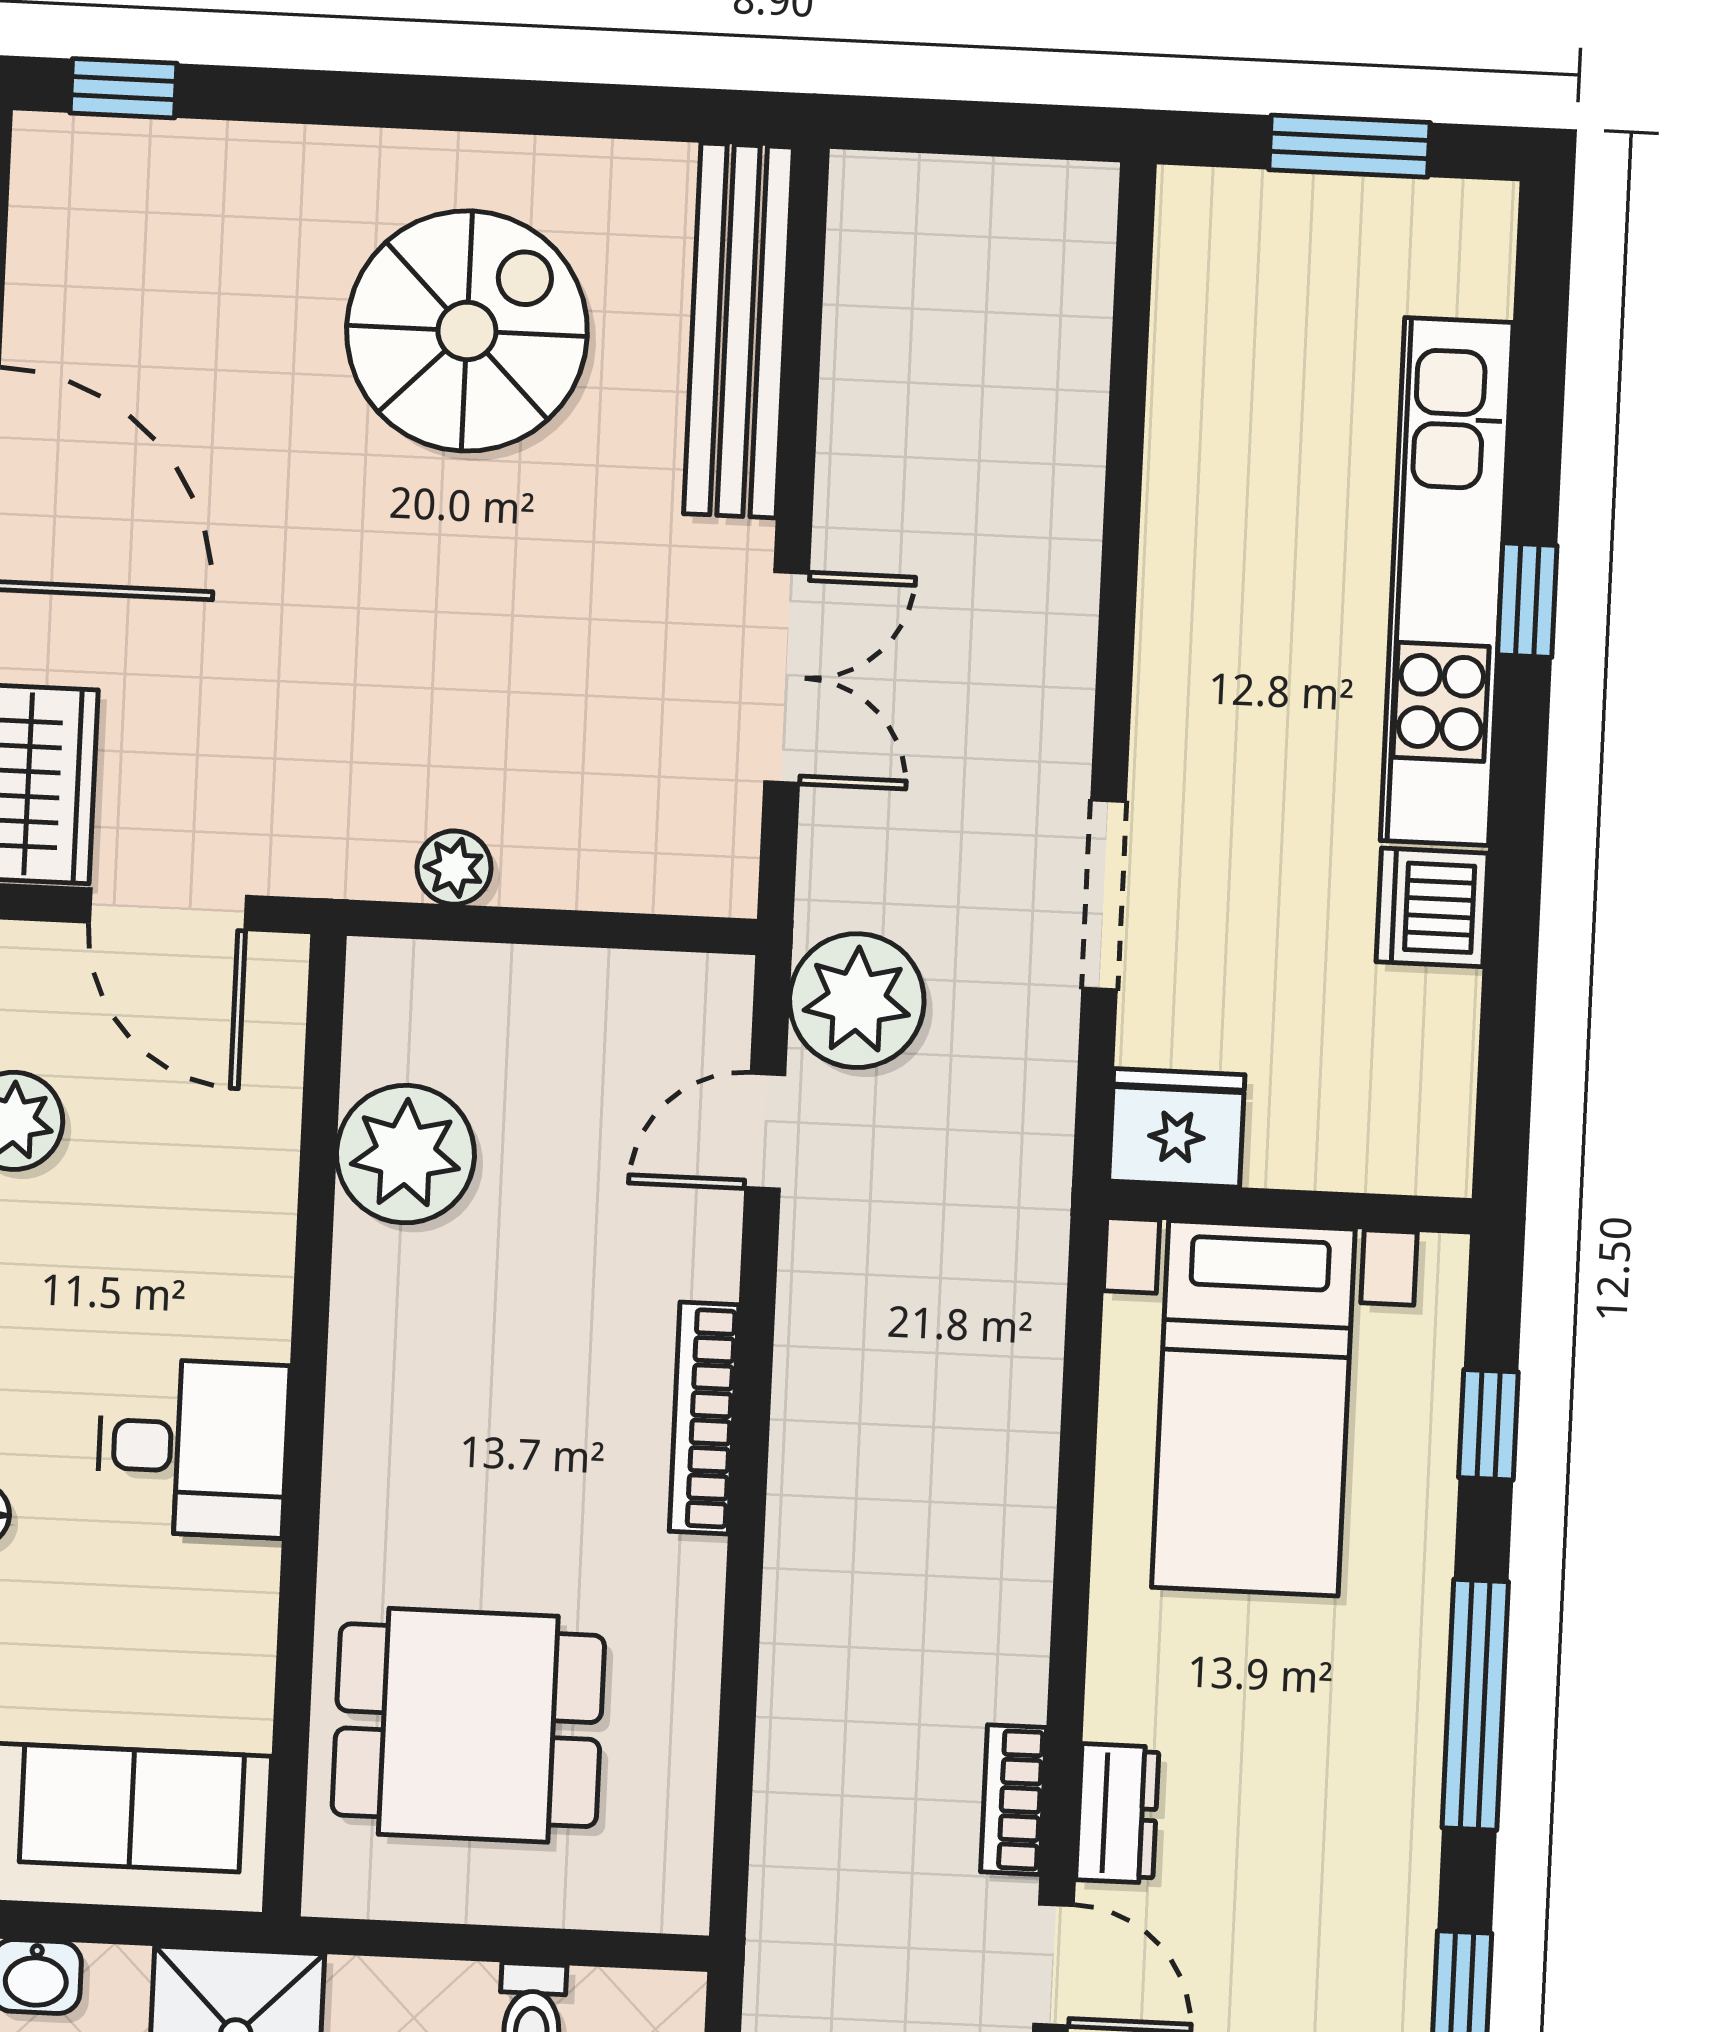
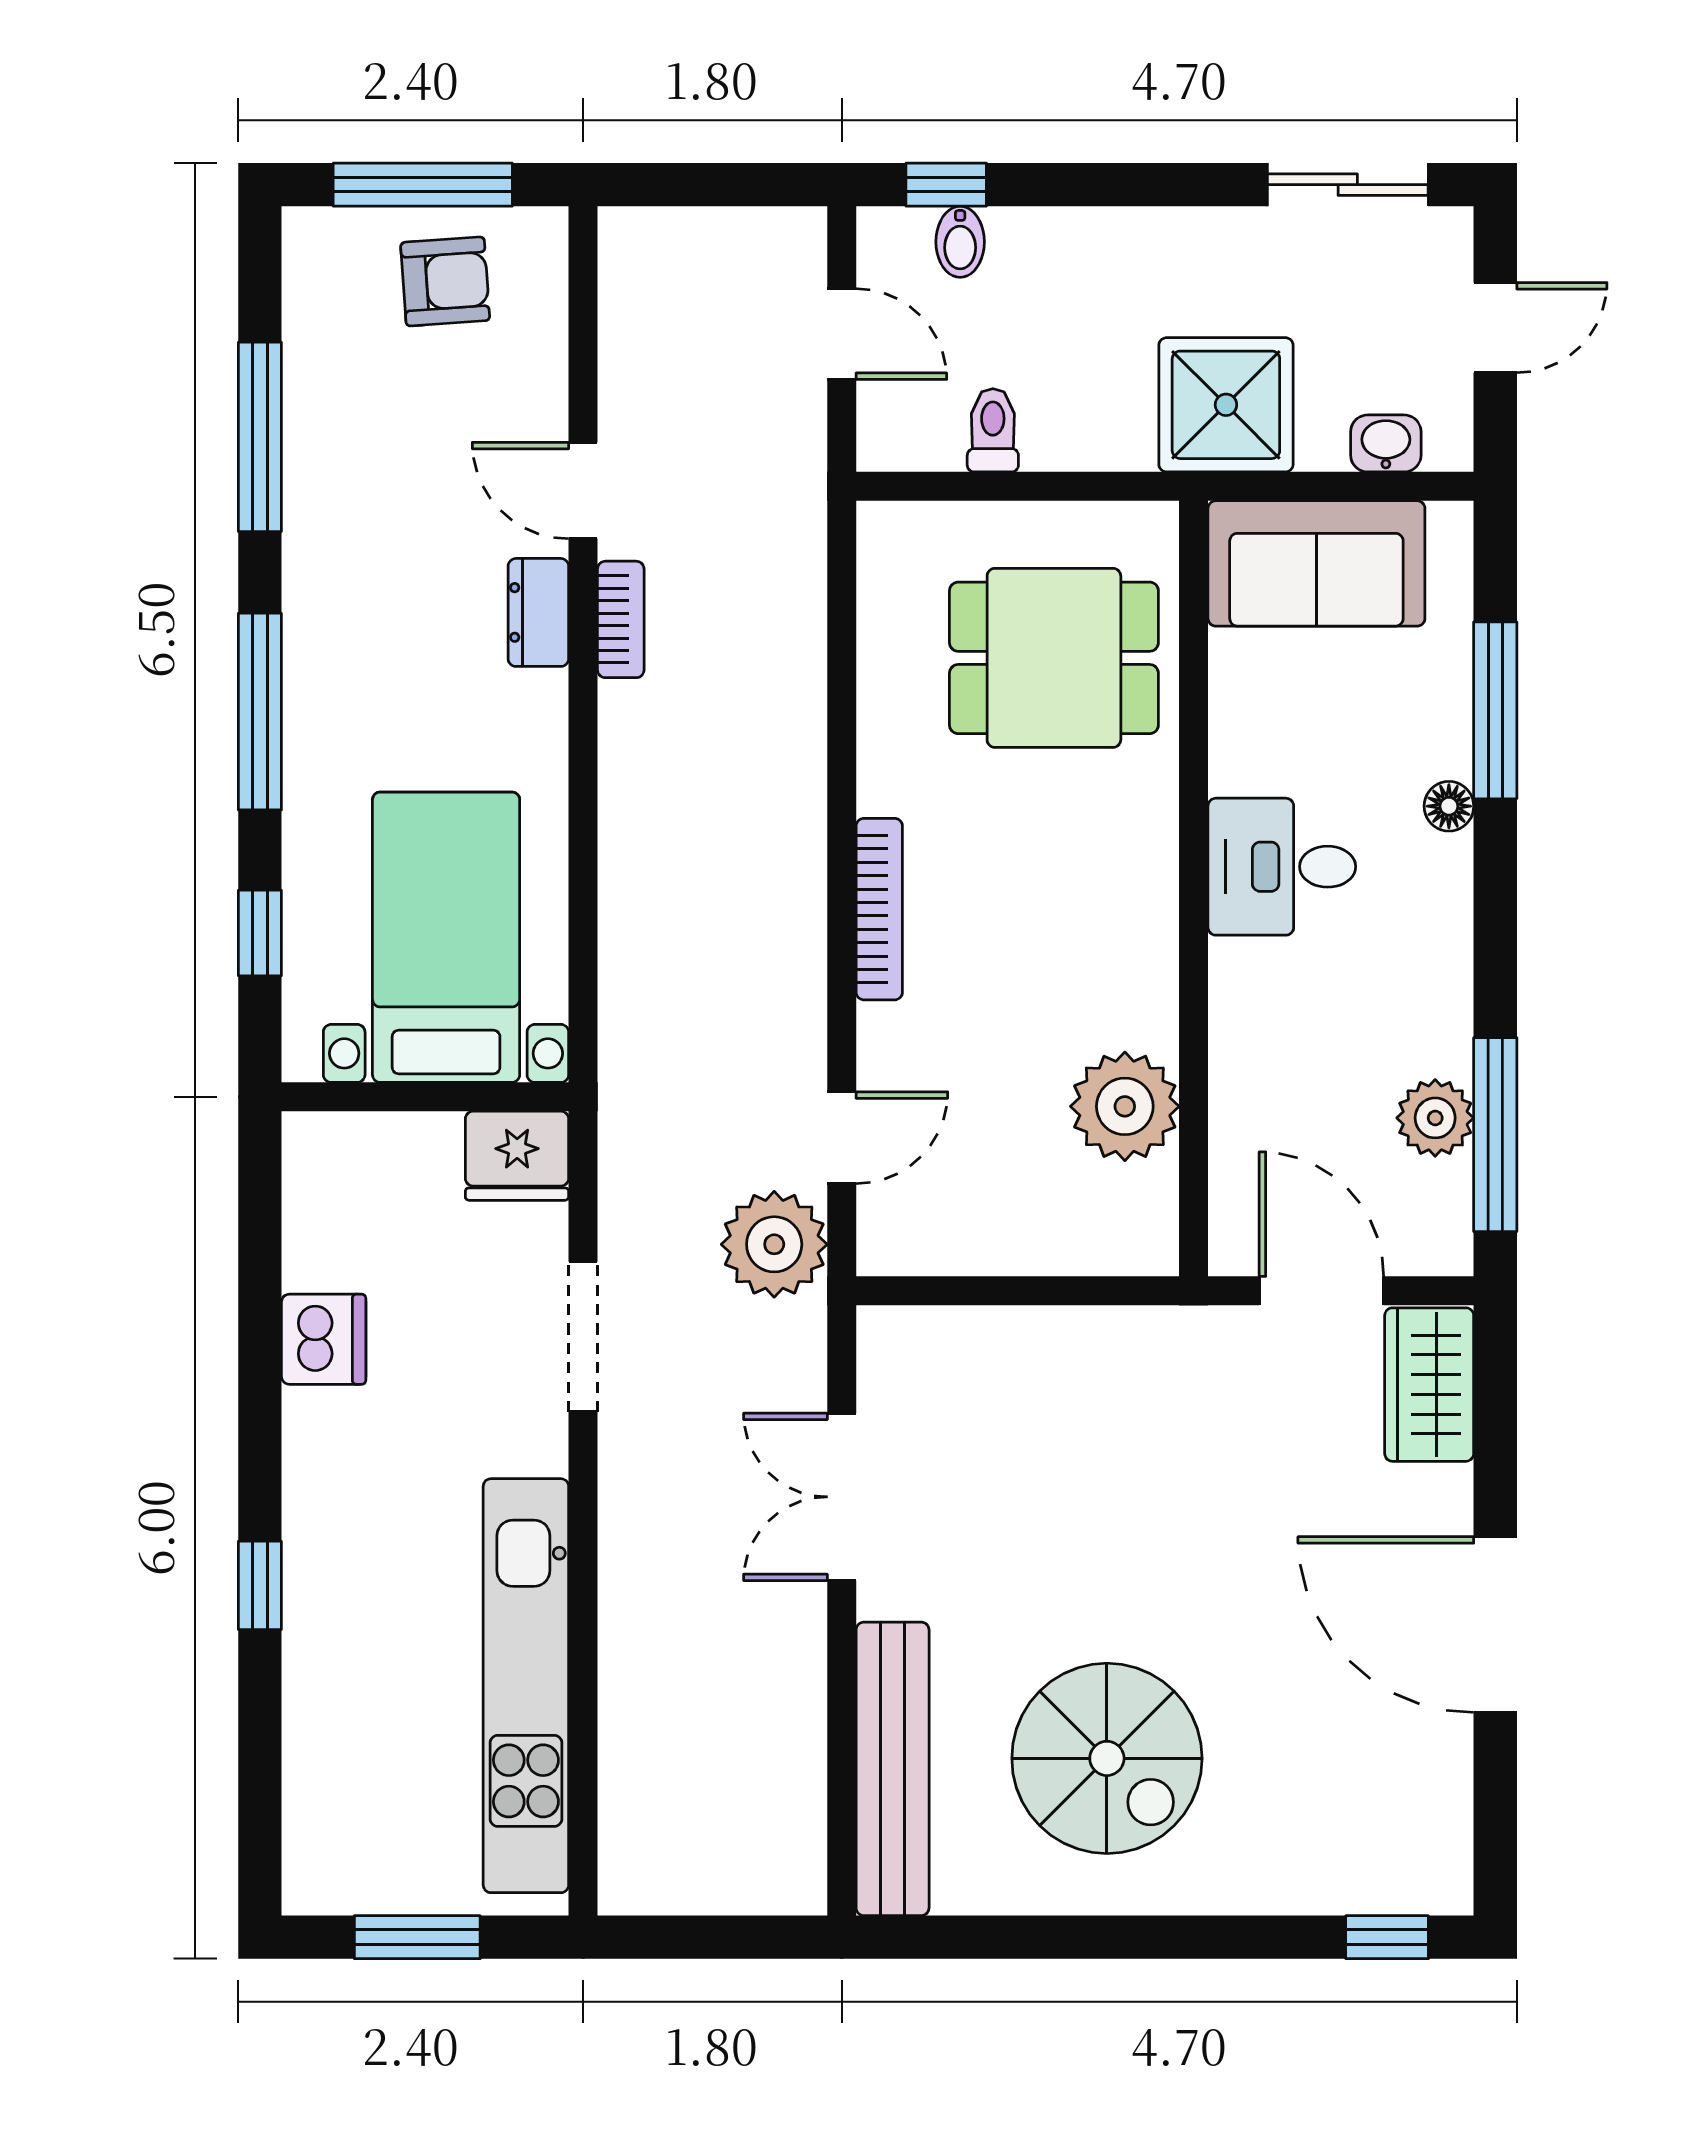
spiral stairs: (467, 331) -> (1107, 1758), turned -90
kitchen unit: (1447, 582) -> (526, 1686), moved, turned 180
plant: (454, 868) -> (1097, 1334), removed

